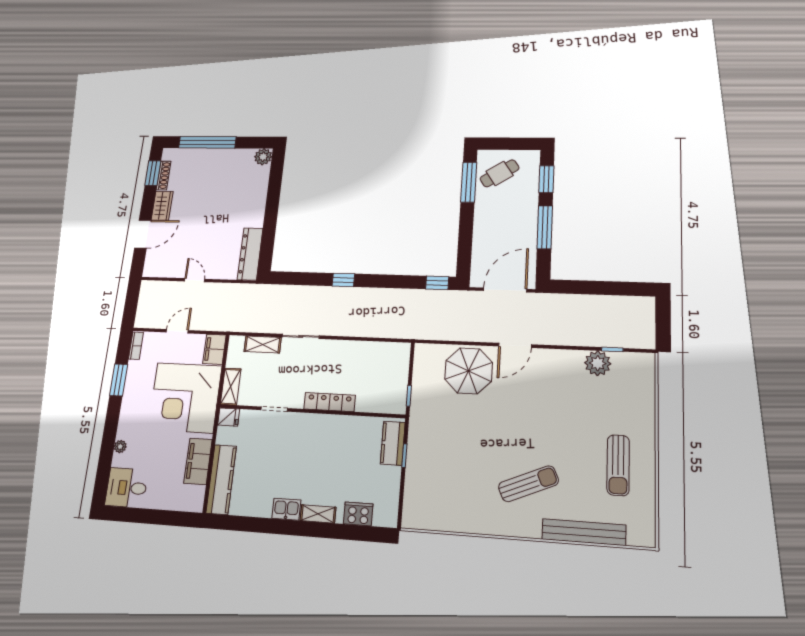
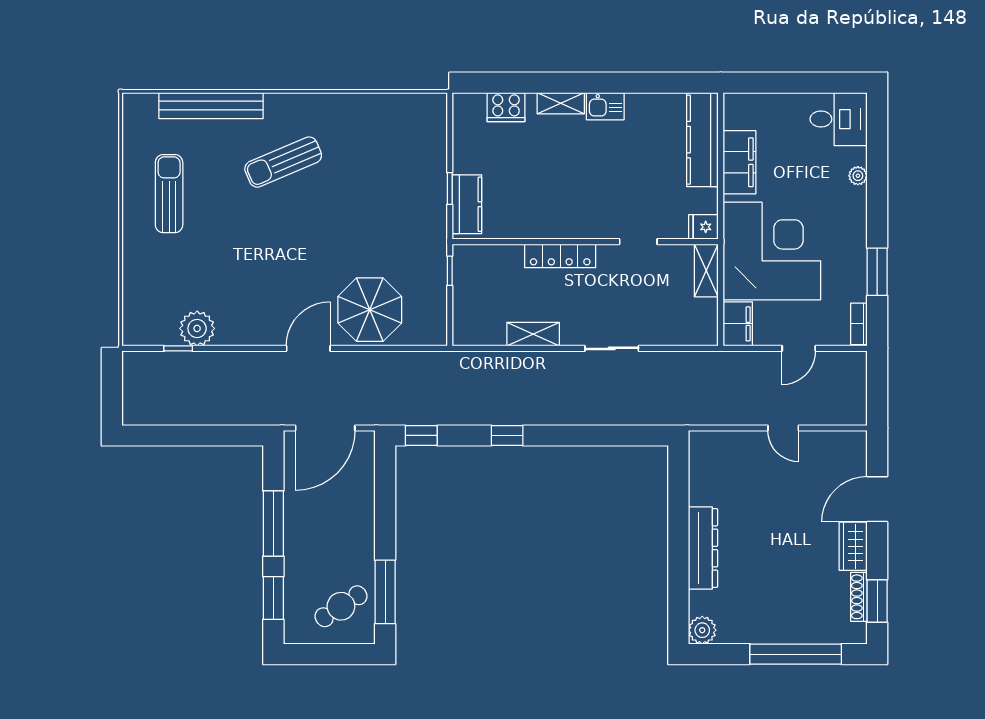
dresser: (250, 254) -> (703, 548), moved
window: (343, 280) -> (507, 435), moved
shelving: (263, 344) -> (533, 334), moved

